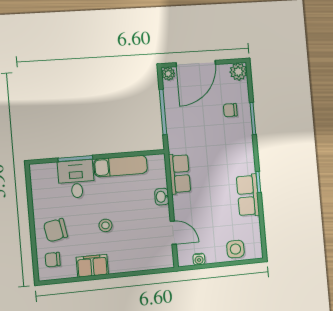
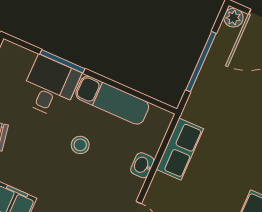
stool: (105, 225) -> (80, 145), moved

